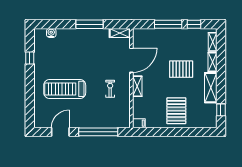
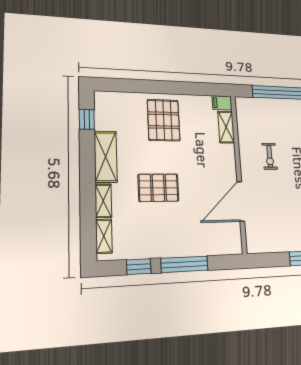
shelving: (120, 33) -> (263, 245), removed
shelving: (137, 86) -> (226, 127), moved

